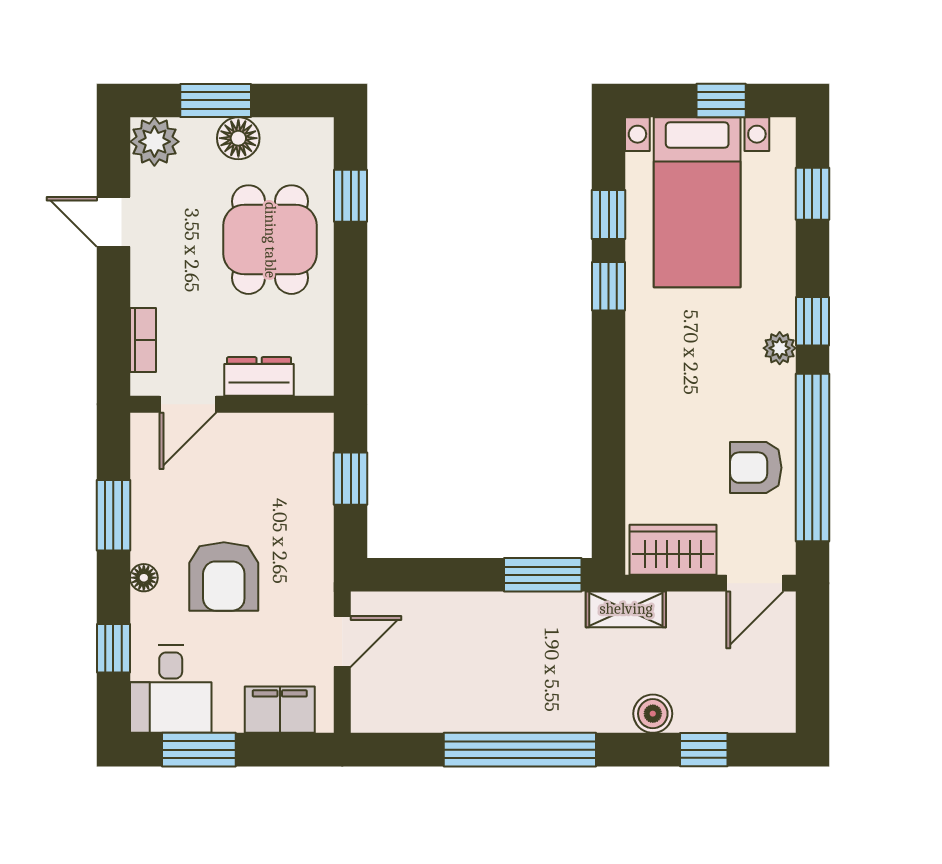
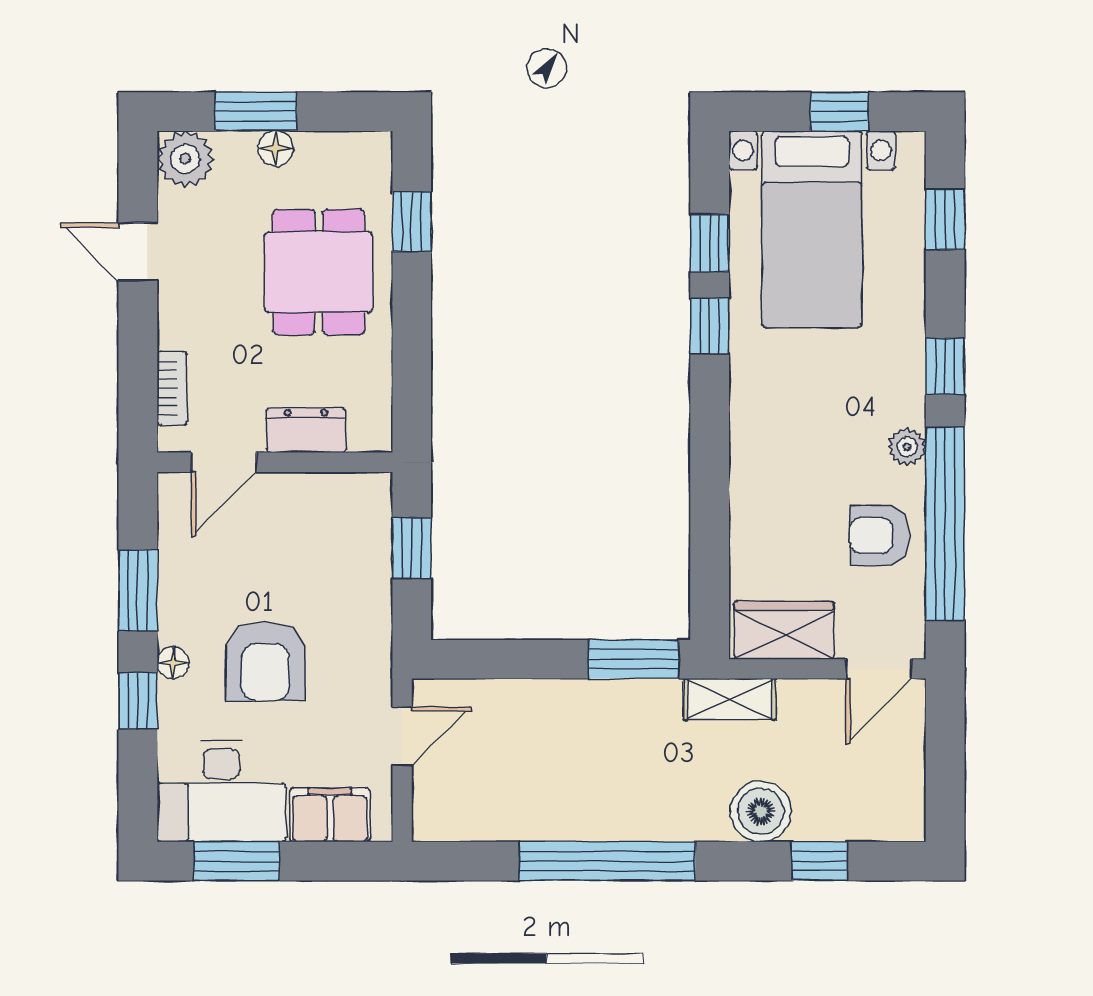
floor lamp: (238, 138) -> (275, 149), width x0.73, depth x0.73
plant: (780, 348) -> (907, 447), moved
window: (113, 648) -> (138, 701), moved
desk: (171, 689) -> (221, 791), width x1.37
boiler: (653, 714) -> (761, 811), width x1.36, depth x1.36

